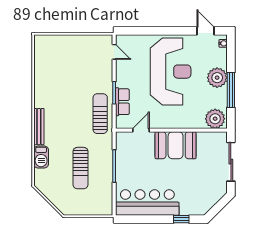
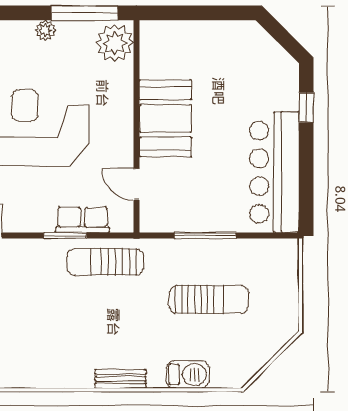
plant: (217, 78) -> (45, 30), width x0.53, depth x0.53
window: (231, 90) -> (85, 13), moved
bench: (39, 127) -> (121, 379), width x0.73
sliding door: (231, 162) -> (197, 13), removed

